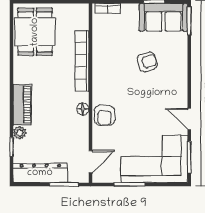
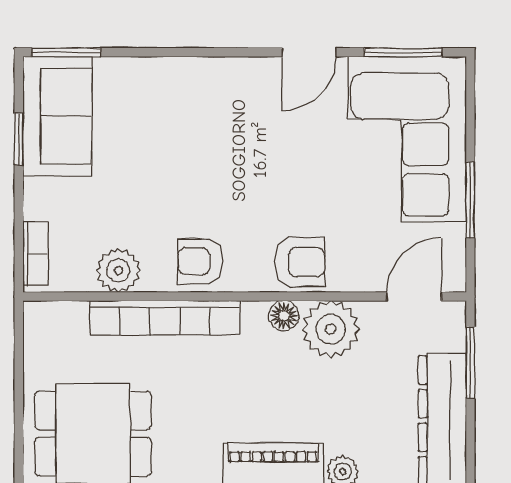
plant: (101, 42) -> (118, 270), added
armchair: (147, 62) -> (200, 261), moved, turned -73
plant: (77, 128) -> (331, 329), added
door: (91, 162) -> (414, 296), hinge flipped

